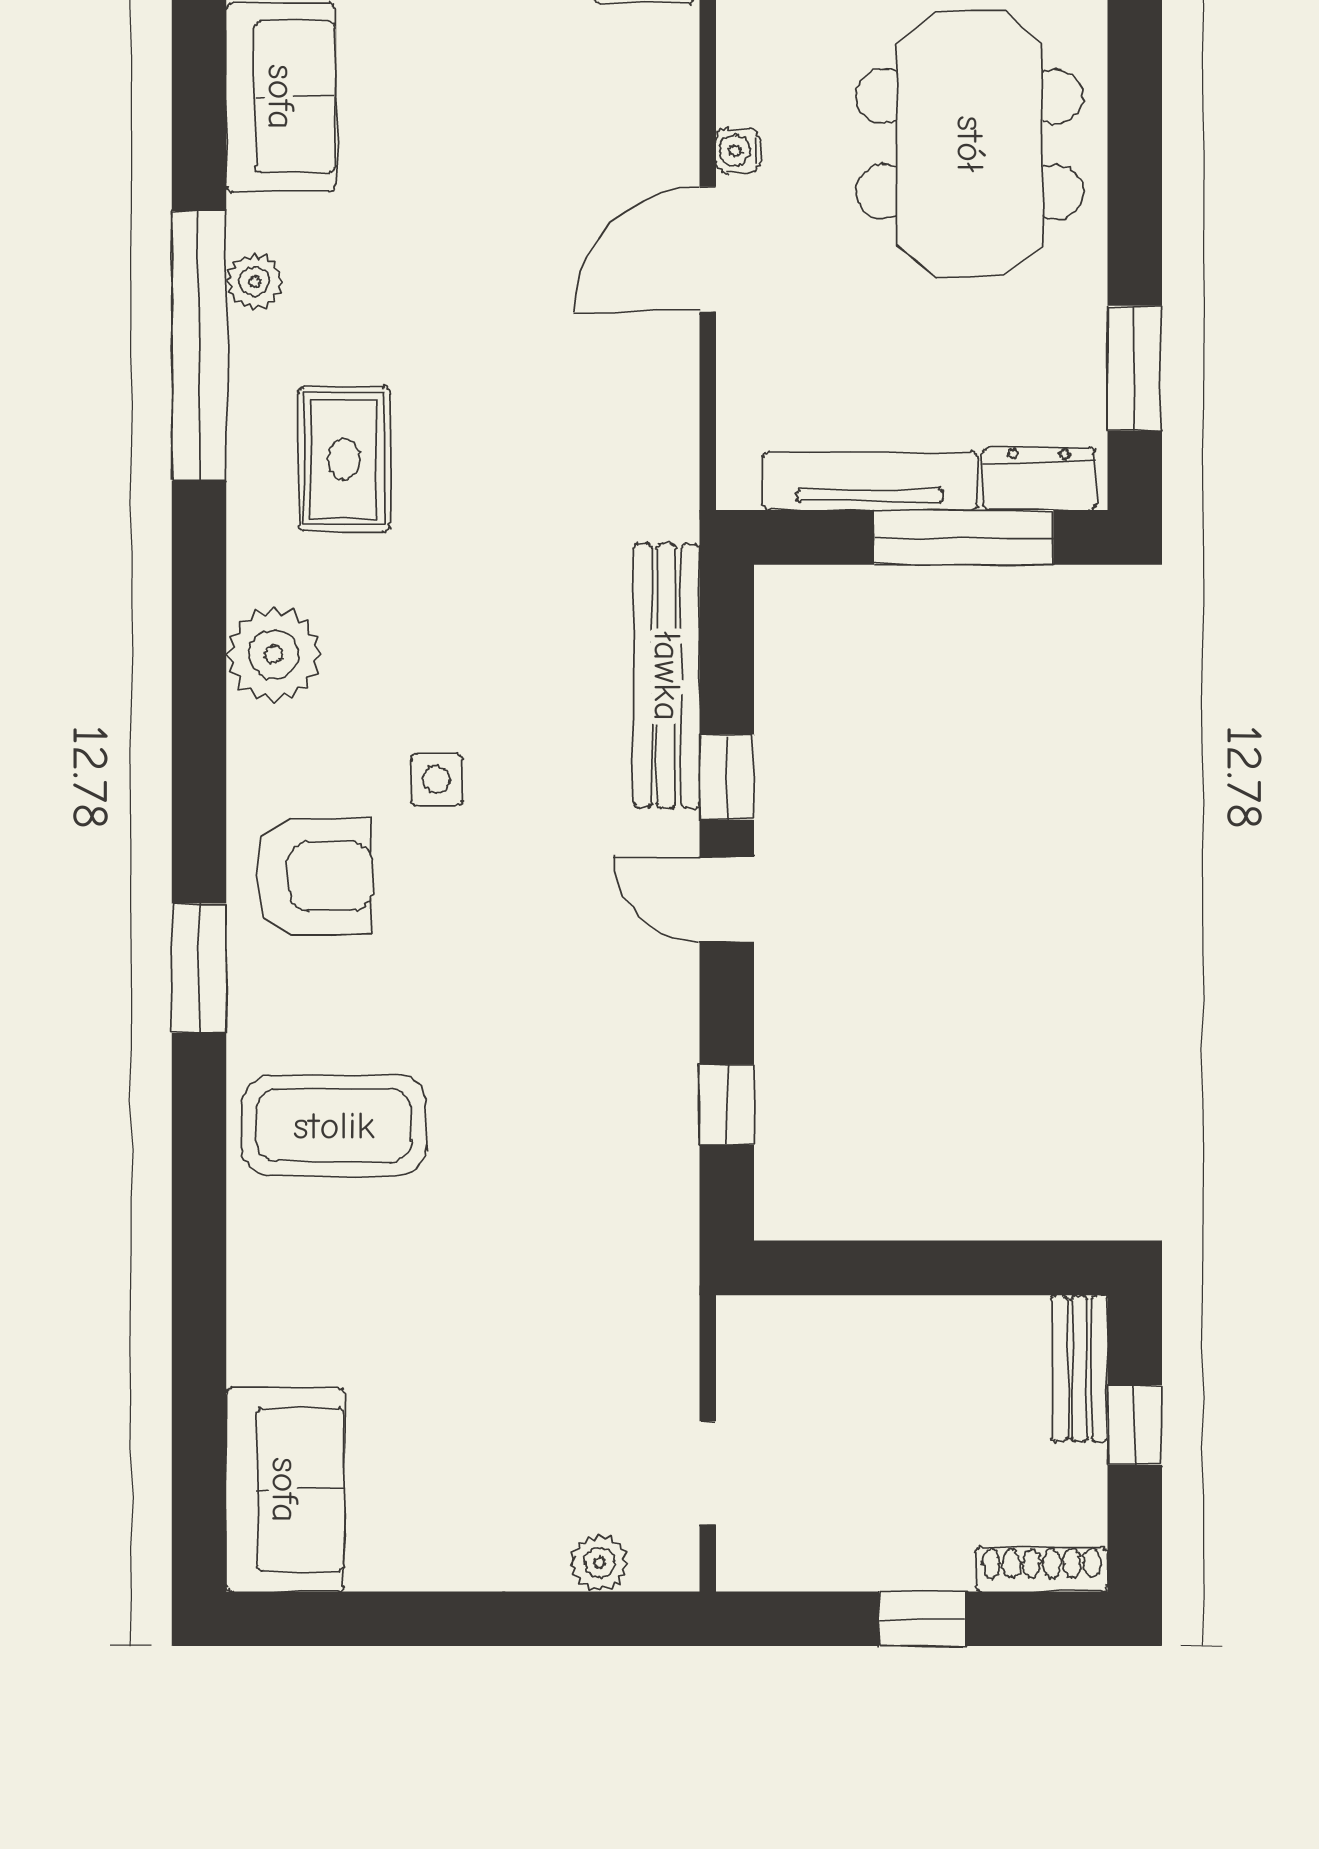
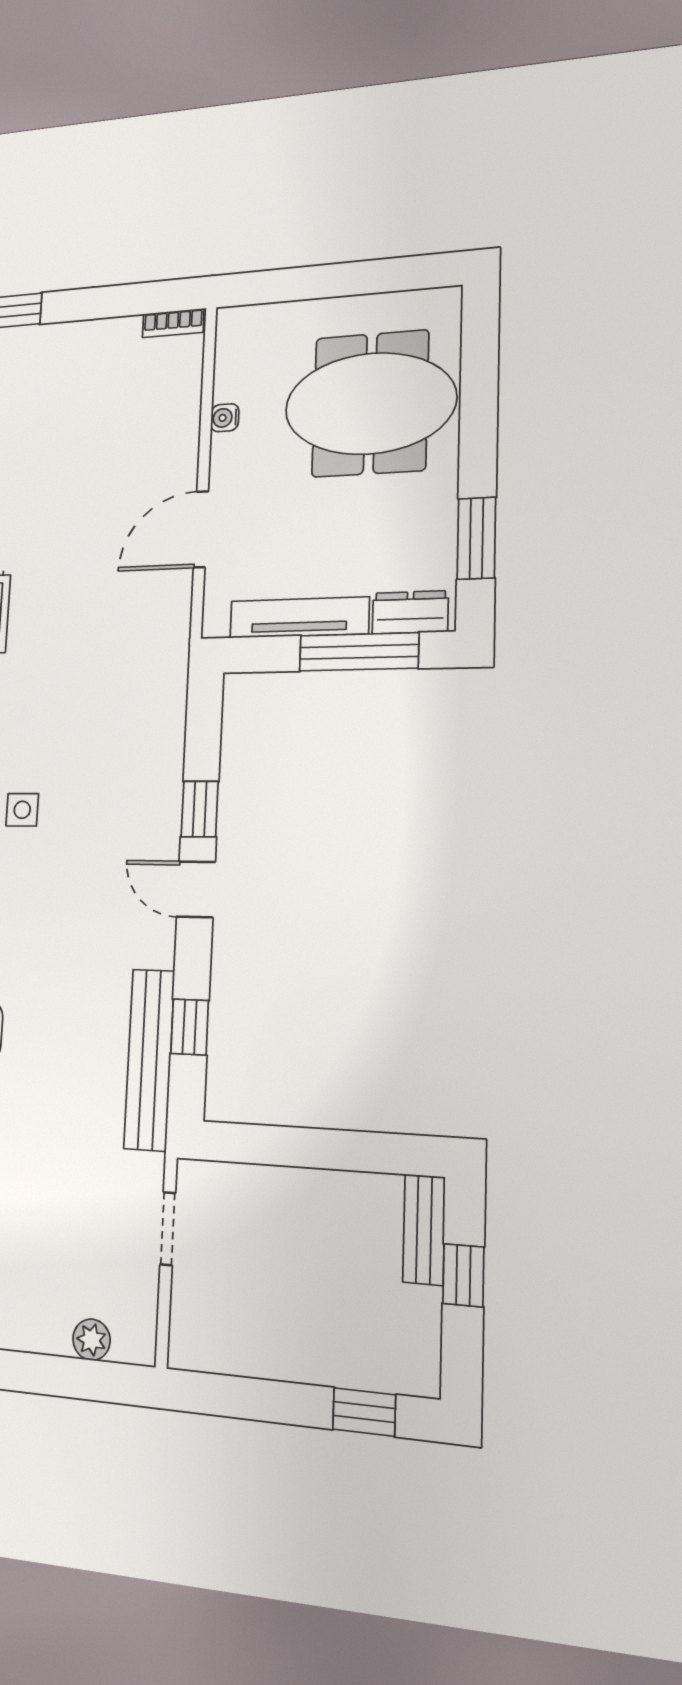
meeting table: (970, 144) -> (370, 404), turned 90
door: (708, 249) -> (201, 529), moved
bench: (667, 676) -> (149, 1059), moved
doorway: (708, 1473) -> (168, 1229), moved
shoe rack: (1042, 1569) -> (393, 1378), removed
window: (922, 1619) -> (364, 1412), moved

